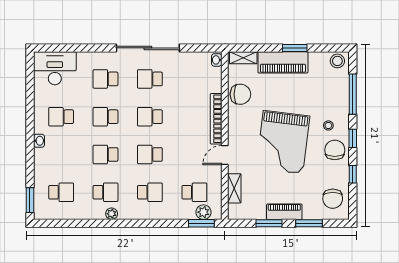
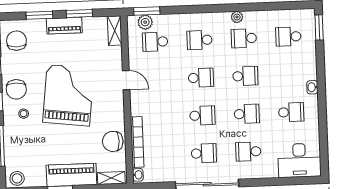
school desk: (106, 79) -> (248, 152), turned 180
bookcase: (216, 119) -> (137, 142), moved
door: (225, 155) -> (126, 80), hinge flipped
shelving: (234, 188) -> (115, 31), moved

